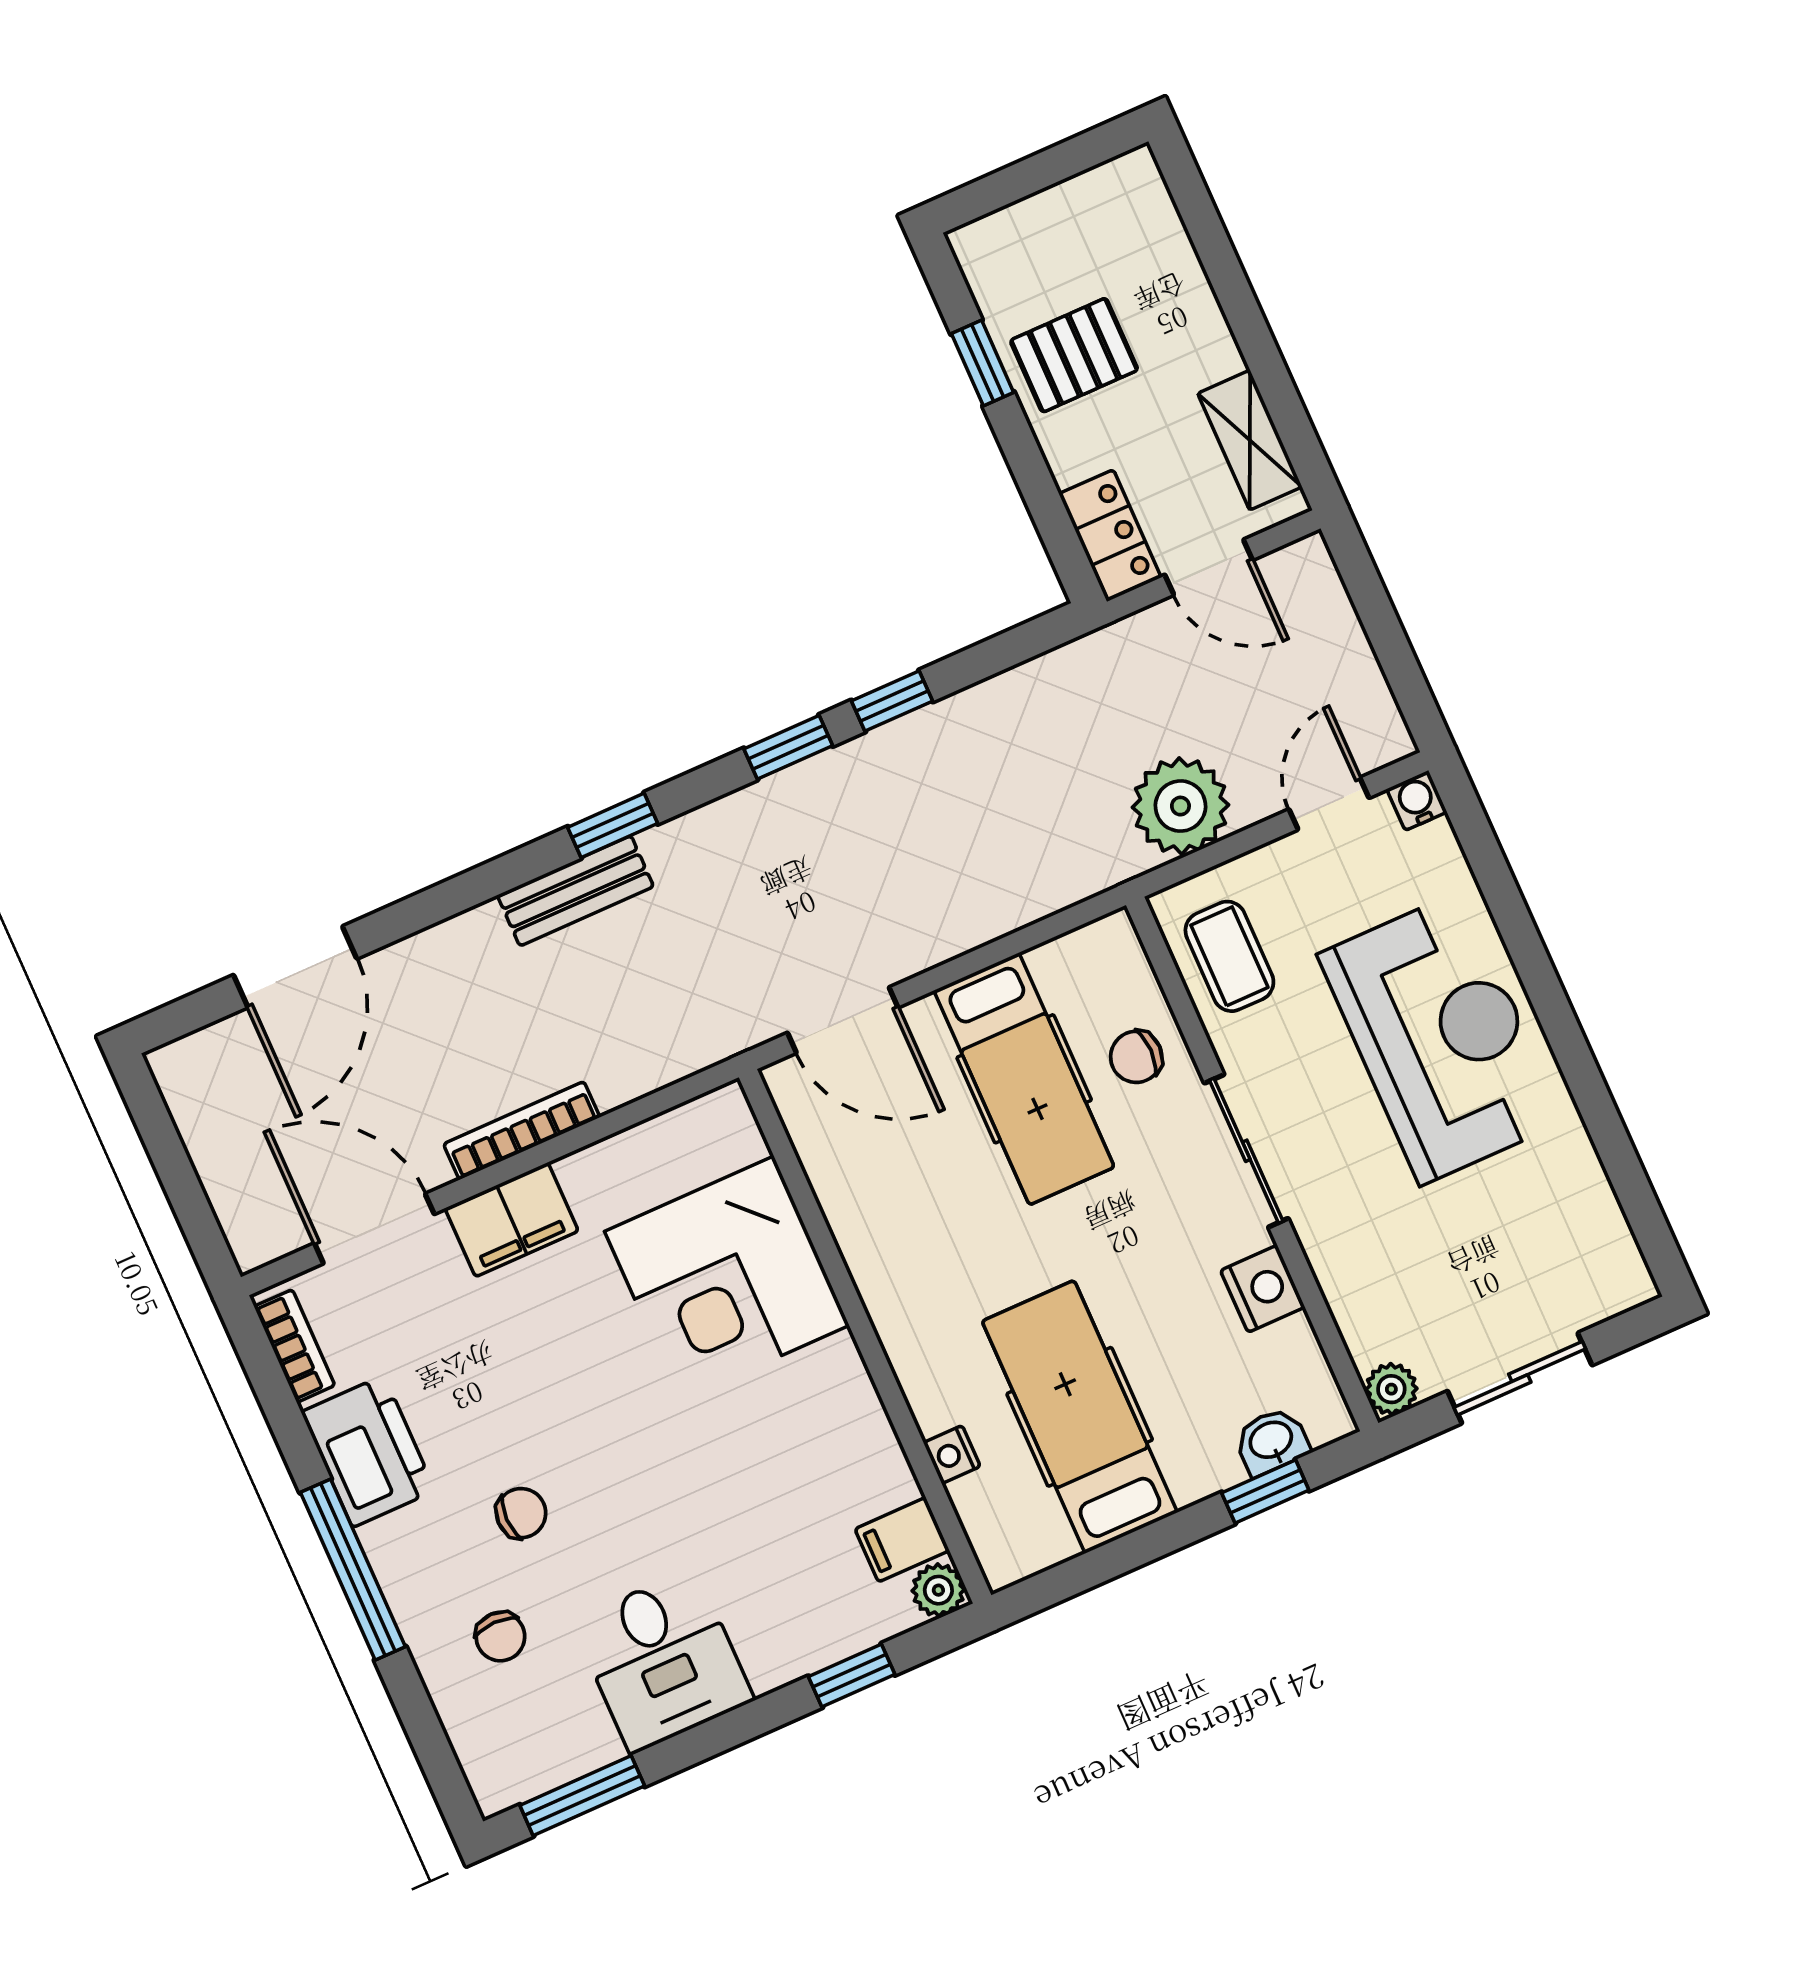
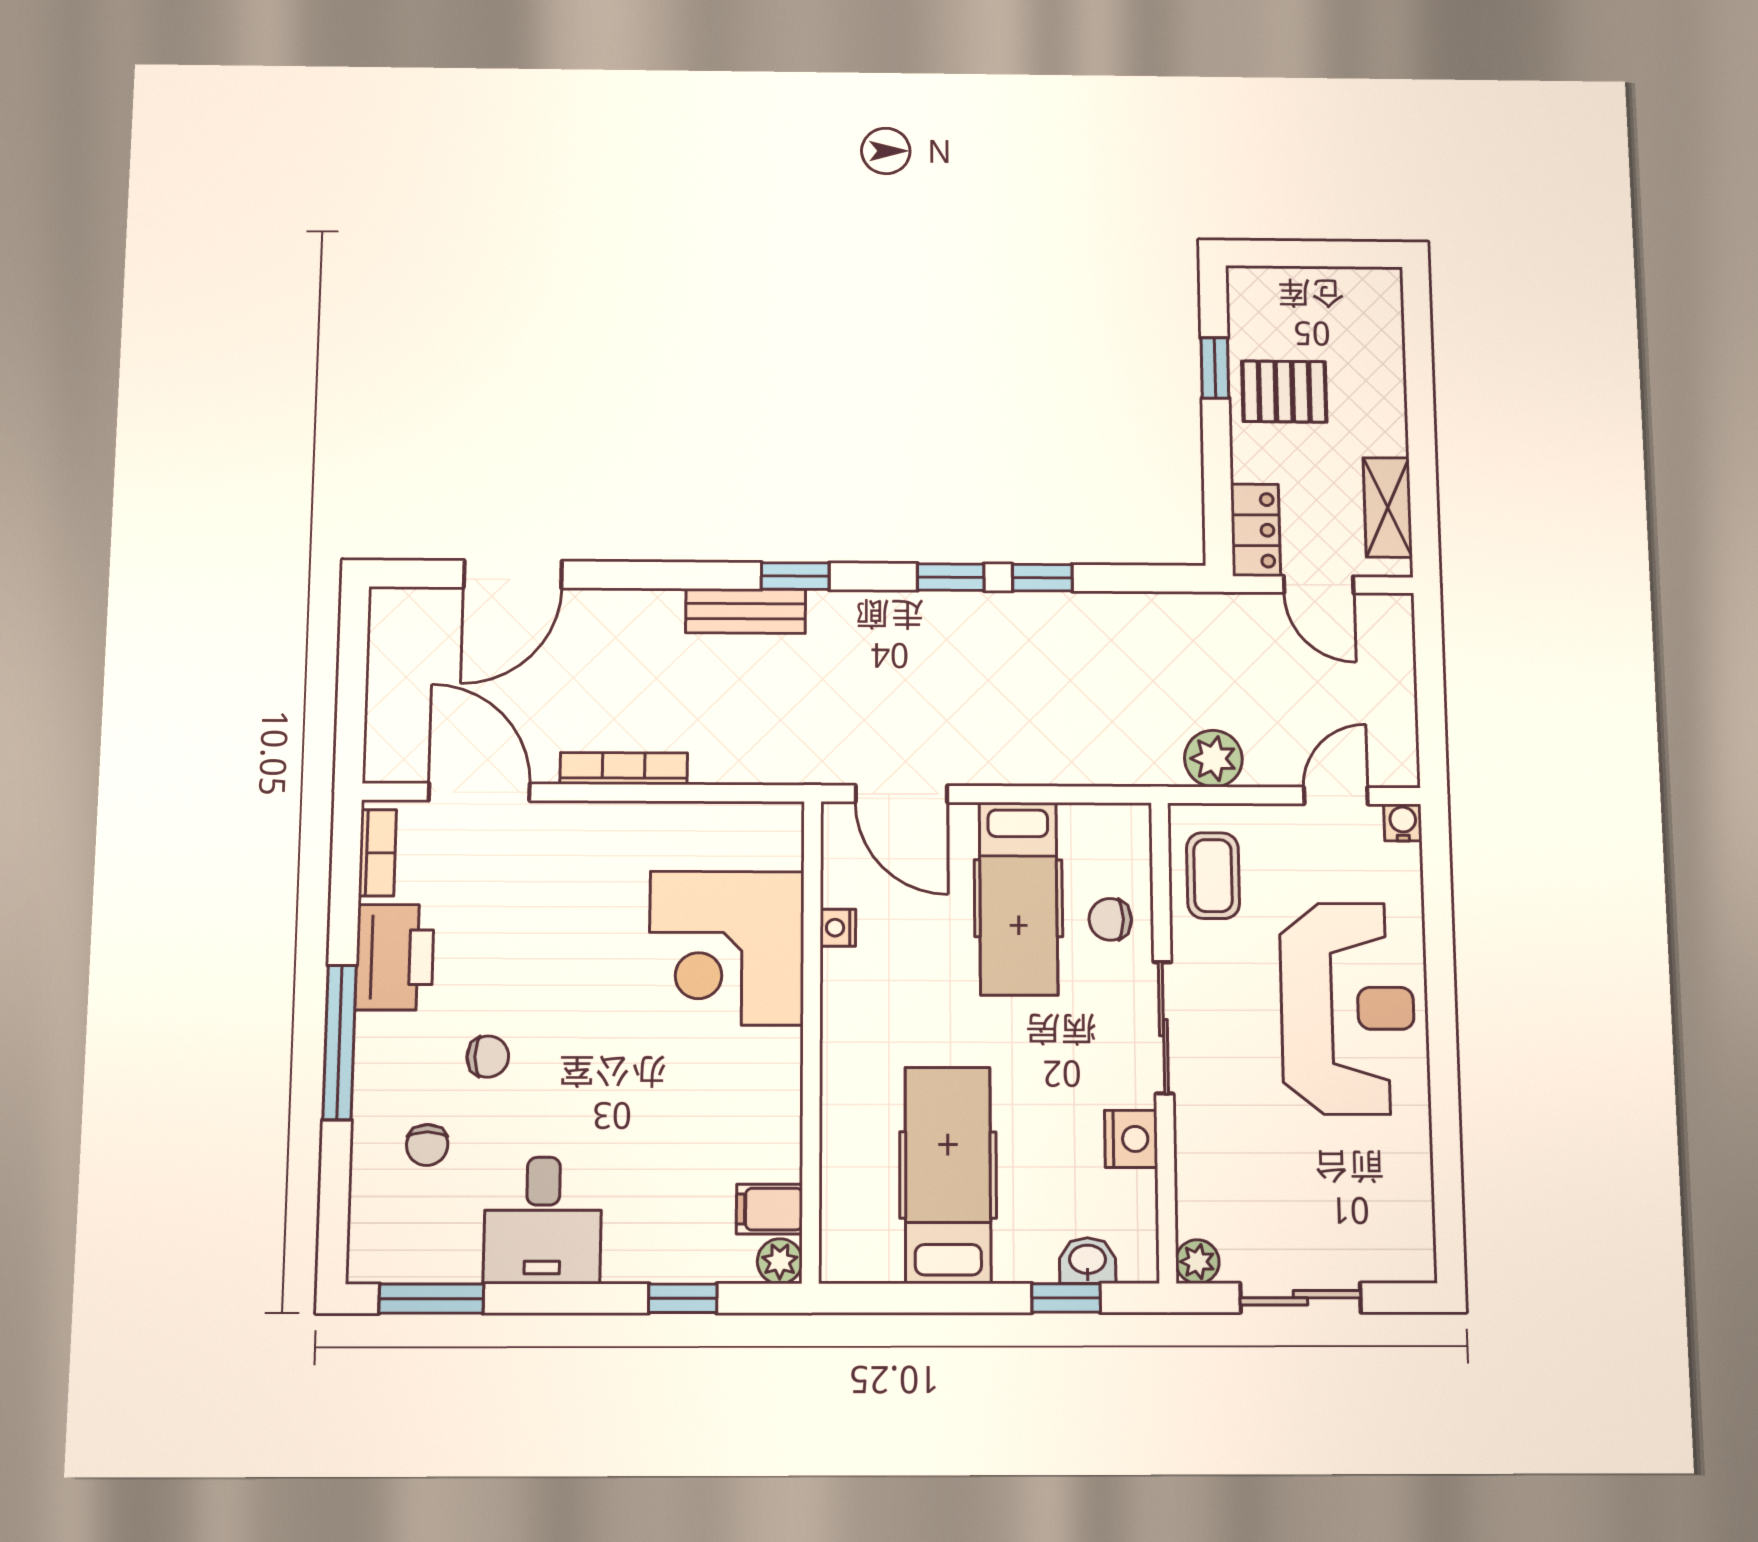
plant: (1180, 806) -> (1213, 759), width x0.73, depth x0.73
filing cabinet: (512, 1220) -> (585, 831), removed
nightstand: (952, 1454) -> (838, 928), moved

